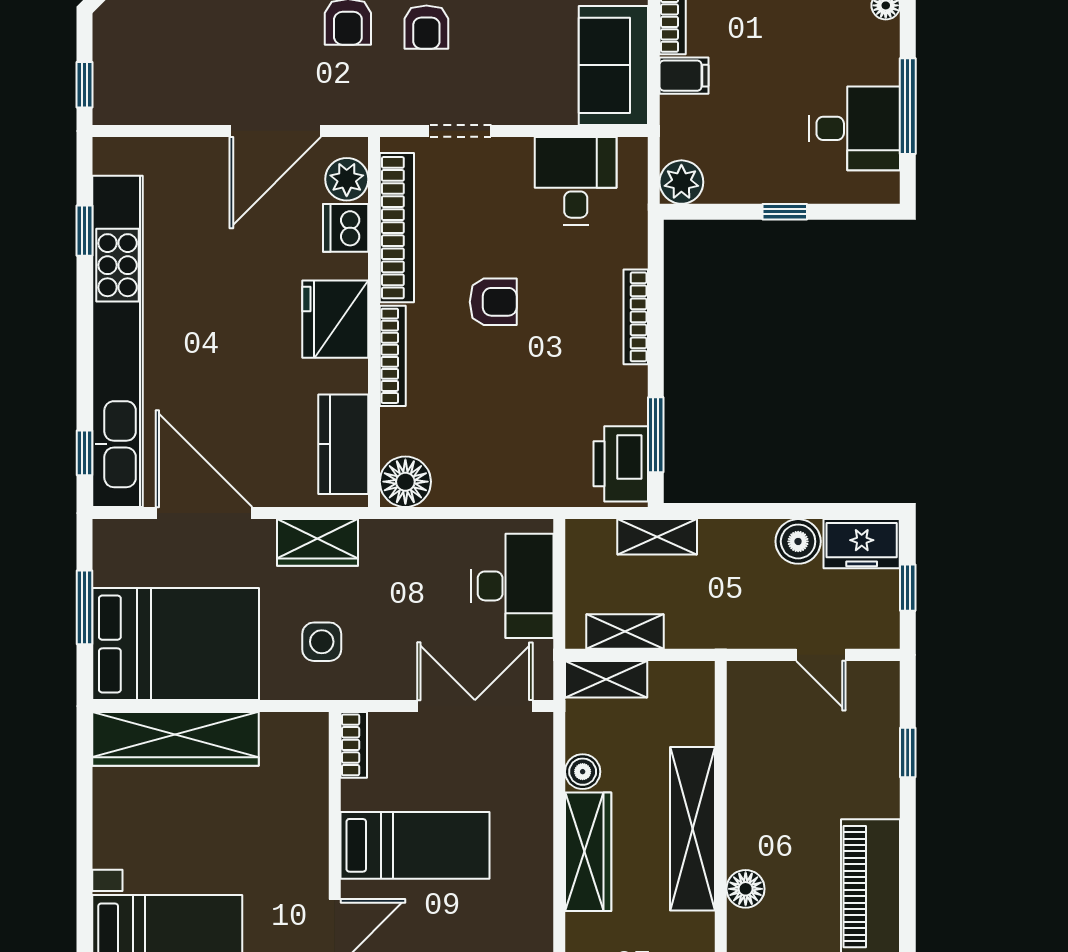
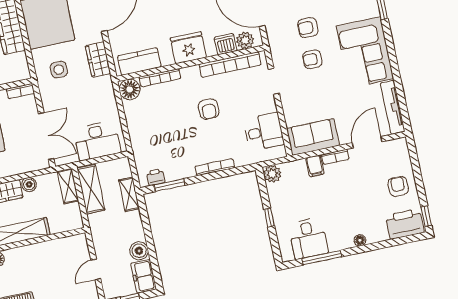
bookcase: (393, 356) -> (160, 78), moved
printer: (621, 464) -> (156, 177), width x0.53, depth x0.68
shelving: (625, 632) -> (91, 189), width x1.50, depth x1.33

